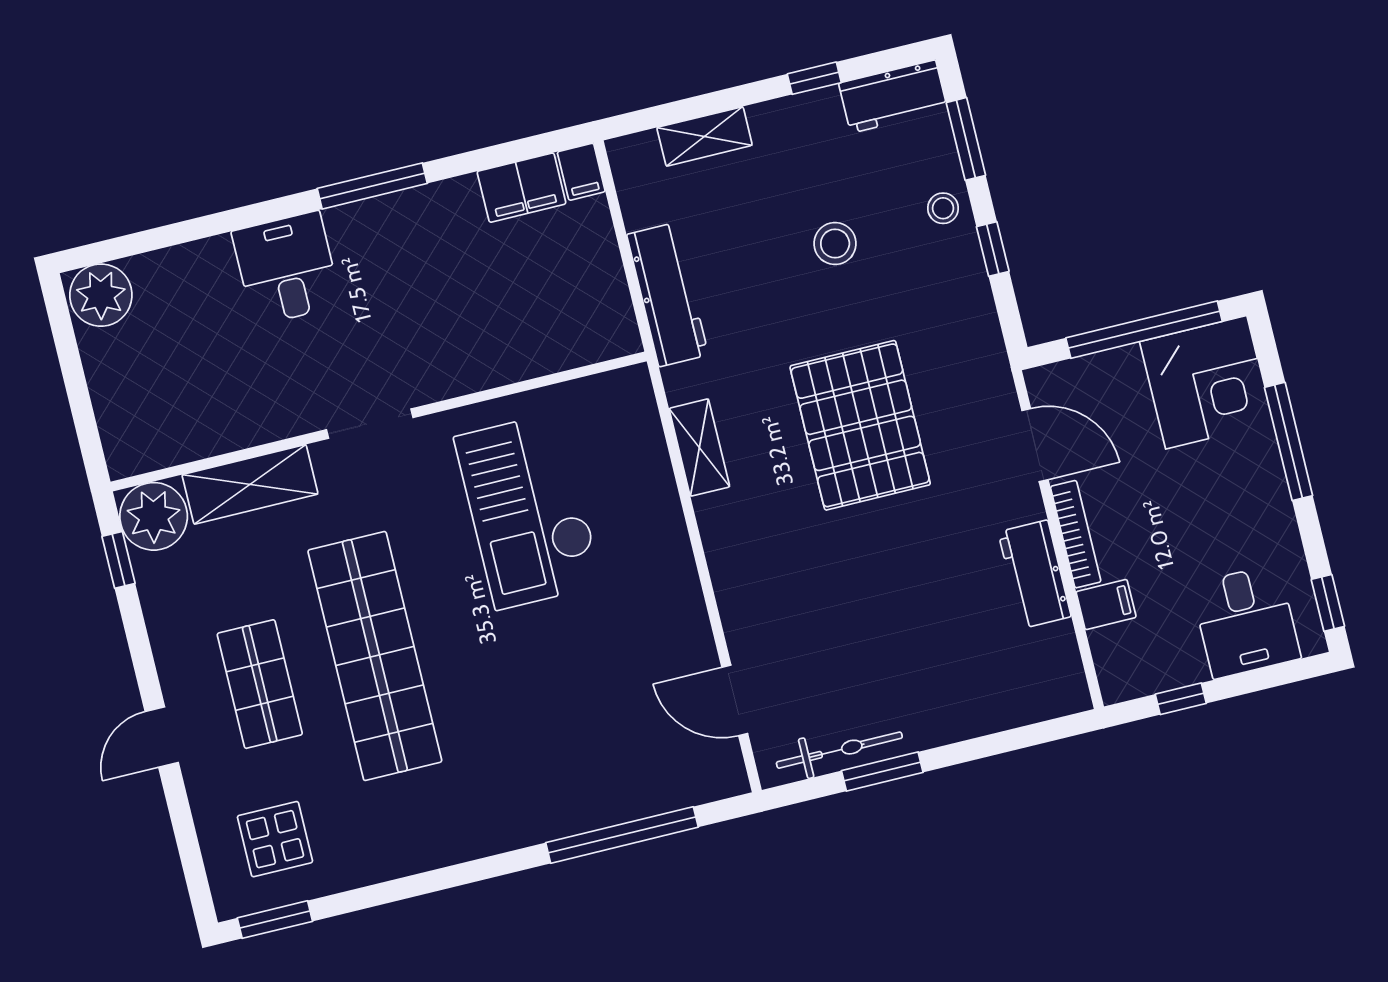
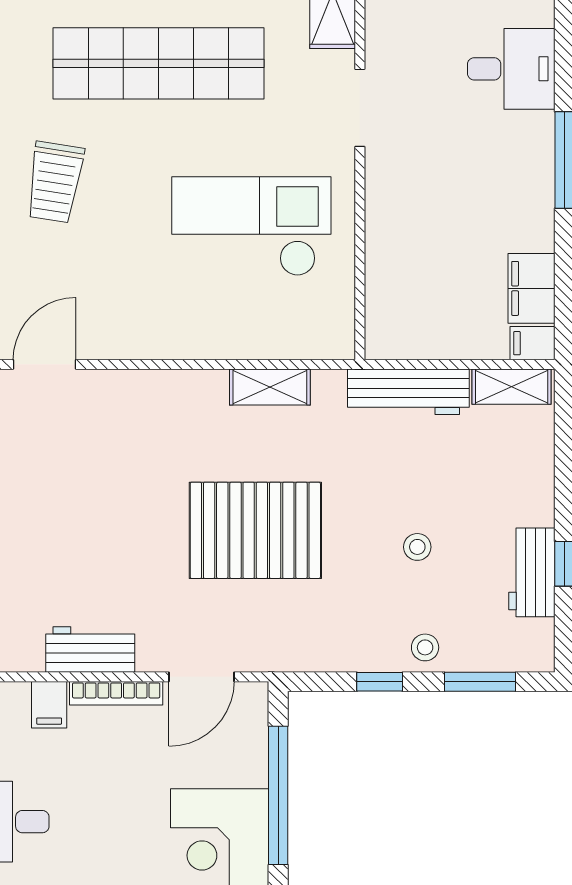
workbench: (893, 97) -> (532, 572), moved
shelving: (705, 136) -> (512, 387), moved, turned 90
stool: (835, 244) -> (417, 547), width x0.73, depth x0.73
trolley: (532, 738) -> (55, 182), added

